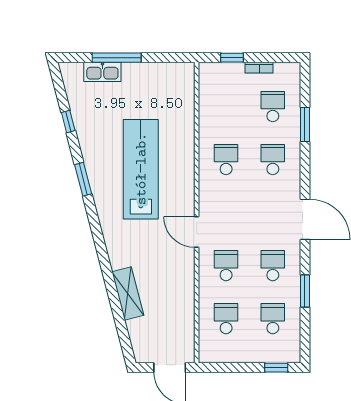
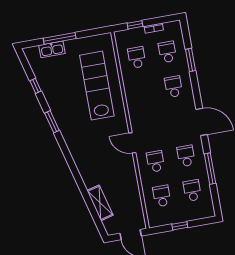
school desk: (226, 160) -> (137, 57), moved
lab bench: (141, 169) -> (97, 86), moved
window: (305, 291) -> (210, 169), width x1.44
shelving: (128, 294) -> (100, 203), moved
window: (276, 368) -> (180, 226), moved

